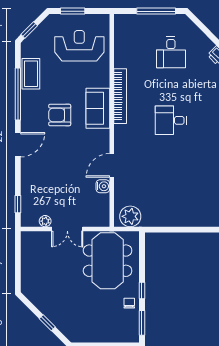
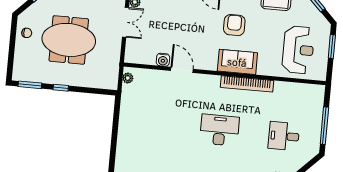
desk: (171, 120) -> (219, 130), width x1.37
plant: (130, 216) -> (128, 78), width x0.53, depth x0.53
double door: (67, 229) -> (126, 22), swing flipped
meeting table: (108, 261) -> (69, 40), moved
chair: (129, 303) -> (27, 33), moved

